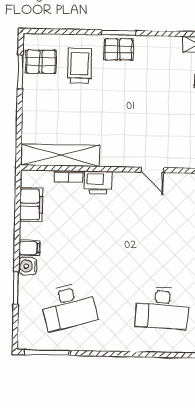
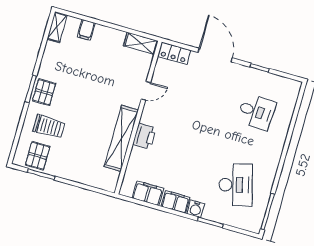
trolley: (79, 66) -> (49, 126), turned 180
shelving: (60, 155) -> (121, 138), moved
bookcase: (68, 176) -> (133, 158), removed
filing cabinet: (29, 248) -> (176, 202), width x2.00
desk: (162, 308) -> (256, 112), width x0.73

